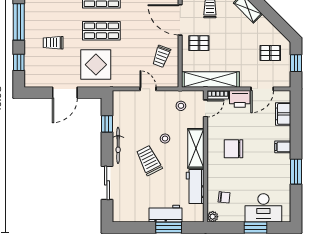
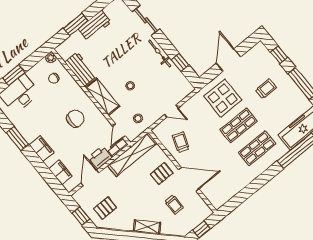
filing cabinet: (283, 147) -> (41, 148), width x2.00
trolley: (149, 160) -> (129, 61), removed
workbench: (166, 214) -> (95, 26), moved

